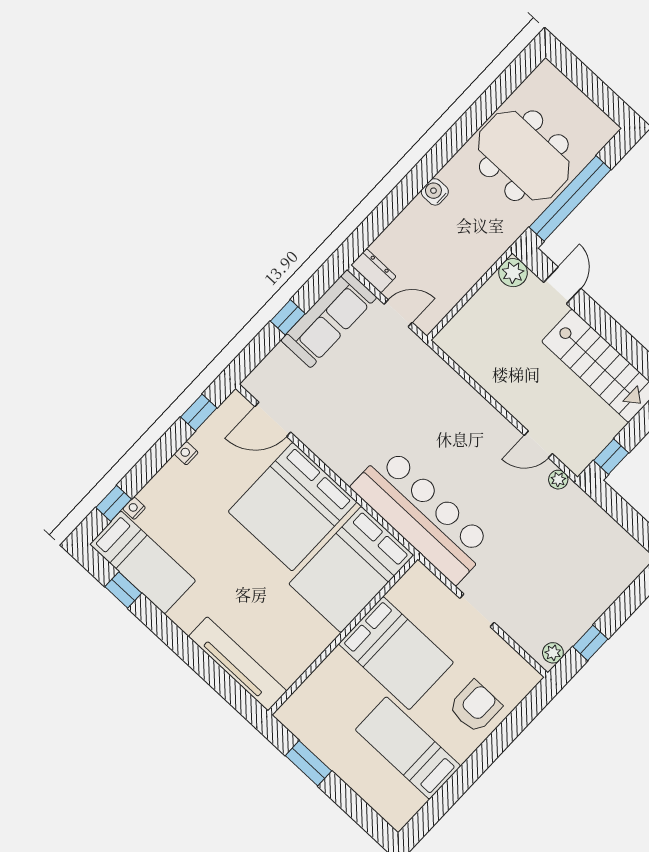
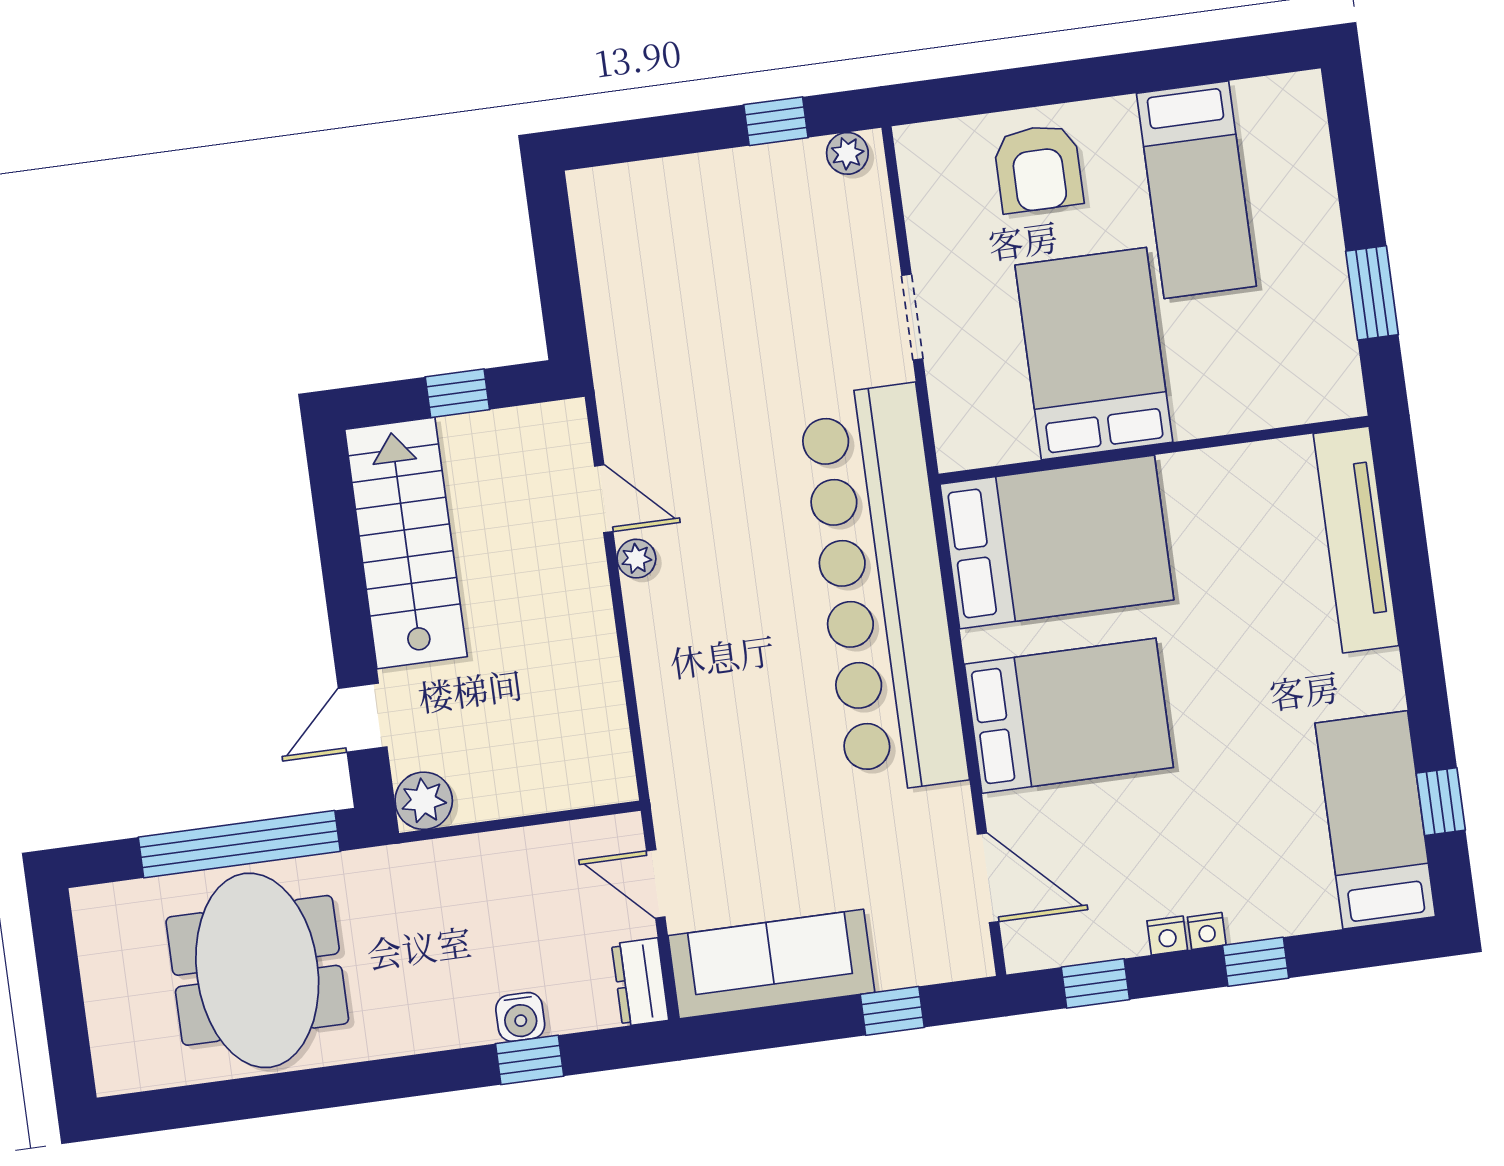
water cooler: (435, 192) -> (520, 1017), moved
window: (392, 206) -> (530, 1060), added
window: (288, 317) -> (892, 1011), moved
window: (611, 457) -> (457, 393), moved
plant: (558, 480) -> (636, 559), moved
window: (114, 503) -> (1256, 962), moved
bed: (293, 507) -> (1069, 716), width x0.73
nightstand: (134, 508) -> (1207, 931), moved
bar counter: (423, 515) -> (883, 589), width x1.36
armchair: (475, 707) -> (1038, 168), turned -90

